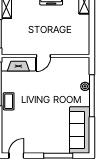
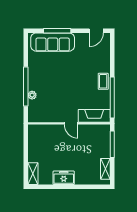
door: (43, 56) -> (71, 123), swing flipped
sofa: (80, 130) -> (53, 42), moved, turned 90

